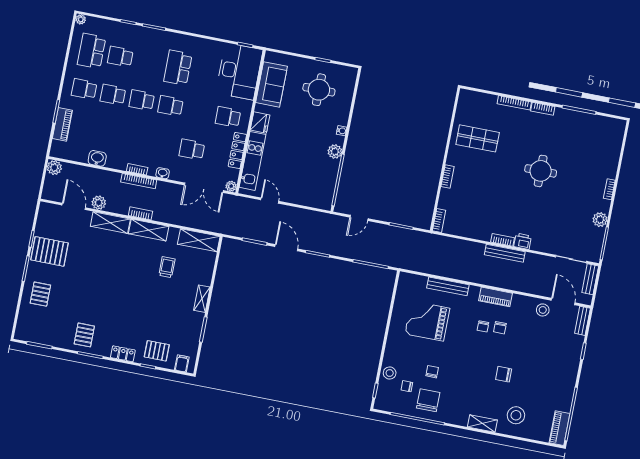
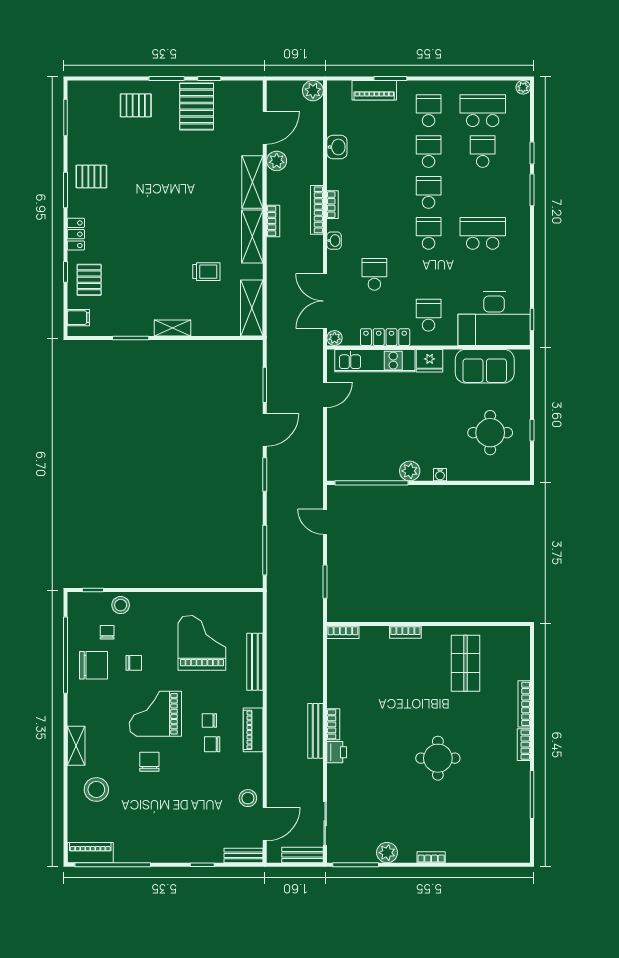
grand piano: (471, 363) -> (155, 714), added

